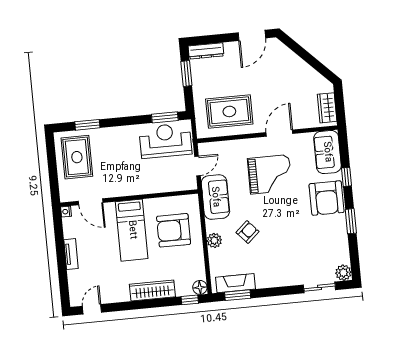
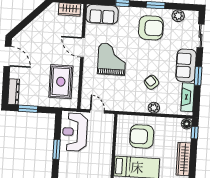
window: (165, 117) -> (56, 149), moved
sofa: (215, 197) -> (186, 65), moved, turned -90
armchair: (327, 198) -> (151, 28), moved
armchair: (174, 230) -> (142, 136), turned 90
plant: (343, 273) -> (178, 16), moved
window: (238, 295) -> (198, 76), moved

